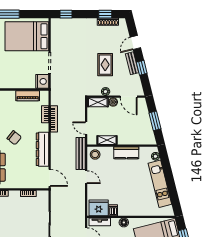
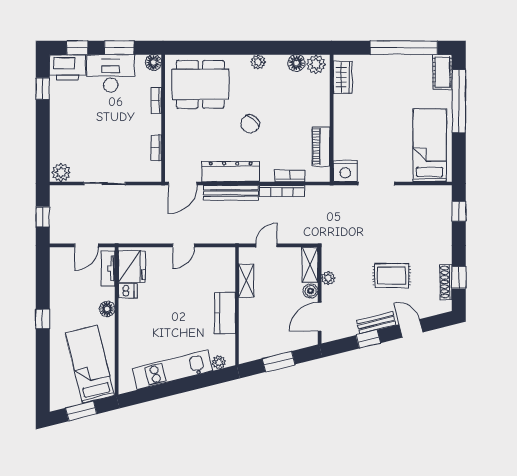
bed: (27, 36) -> (430, 145), width x0.67
rug: (105, 65) -> (392, 276), moved
bench: (81, 153) -> (231, 193), moved
stool: (95, 155) -> (222, 260), removed

